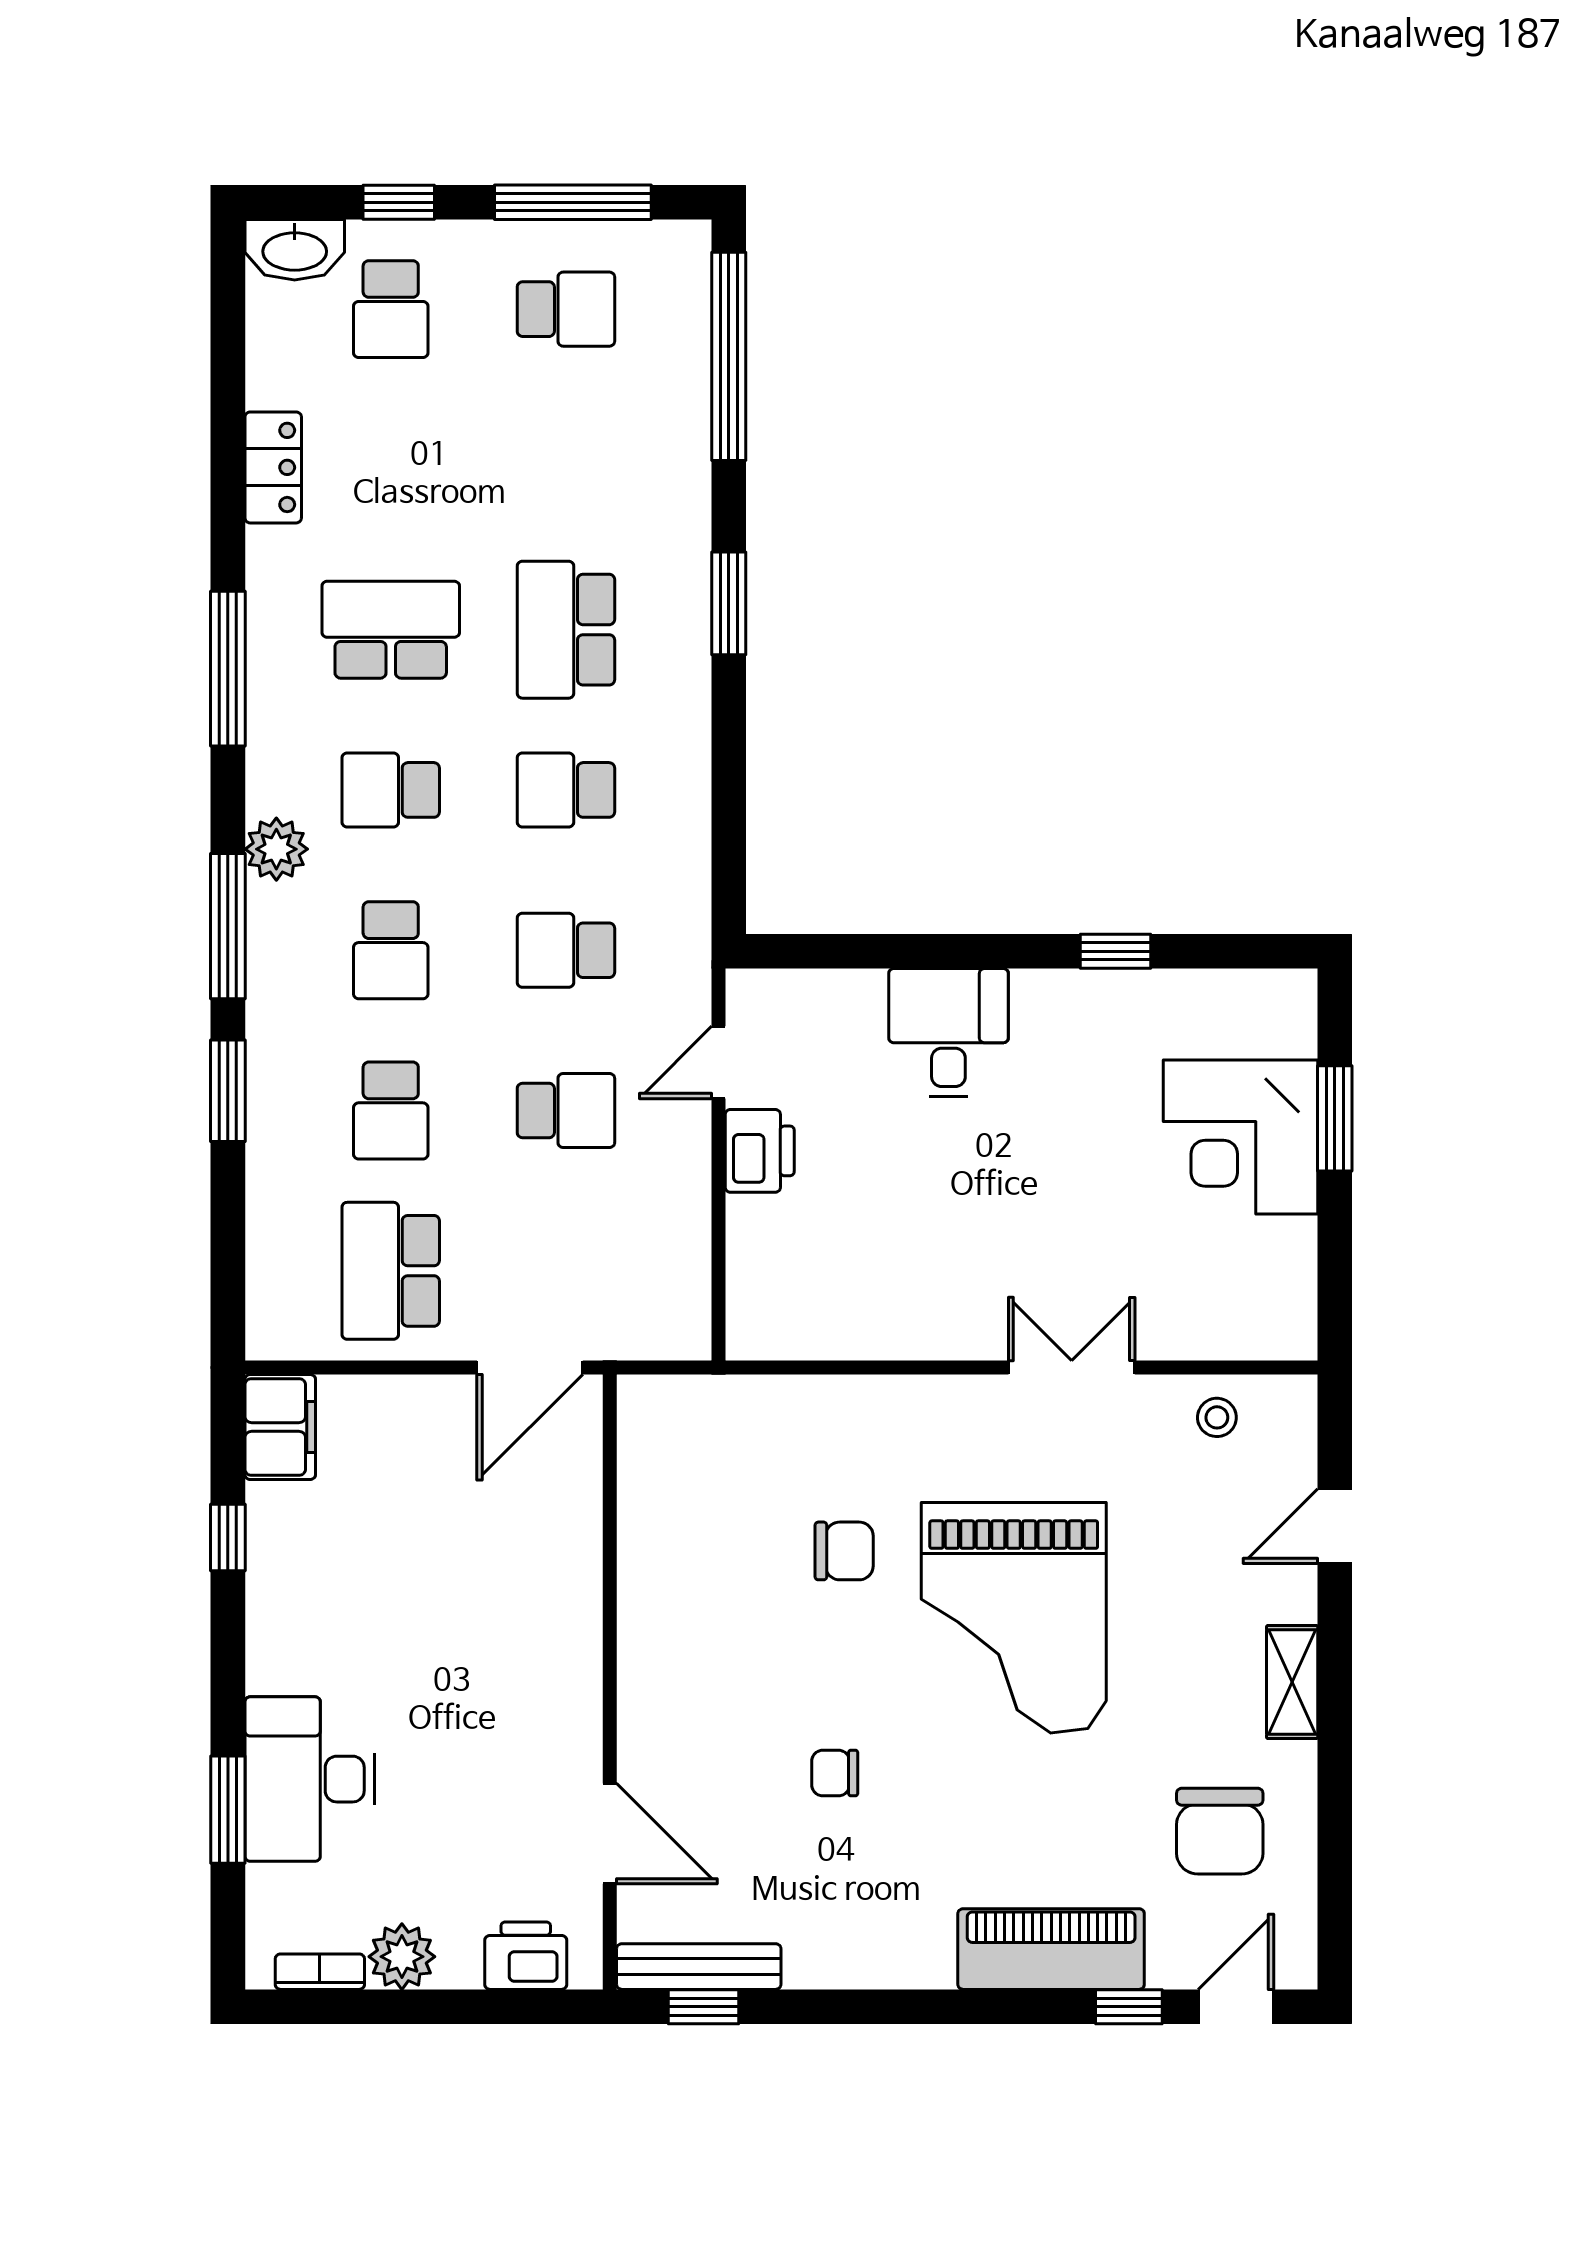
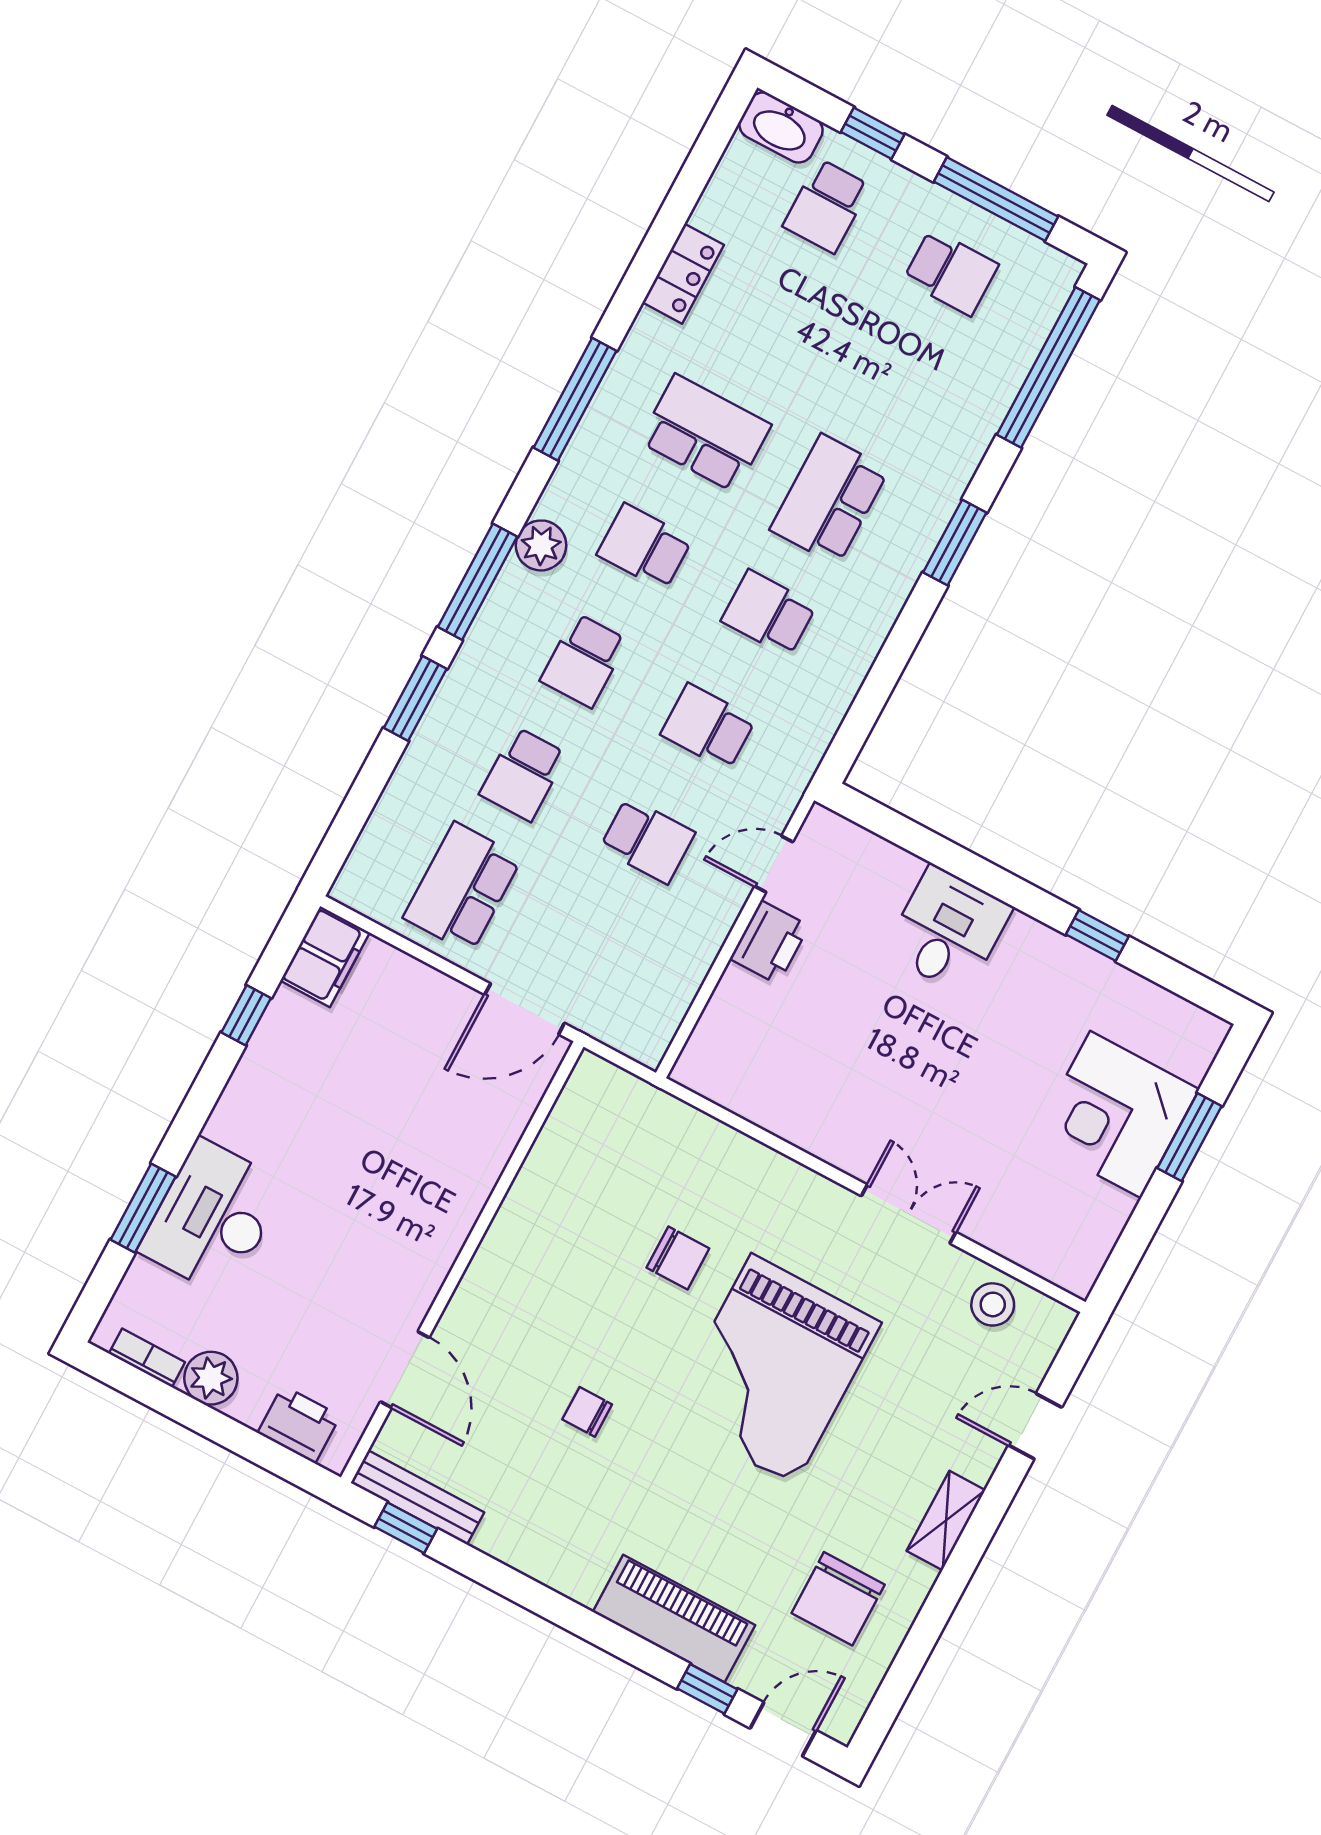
stool: (1217, 1417) -> (993, 1304), width x1.37, depth x1.37

